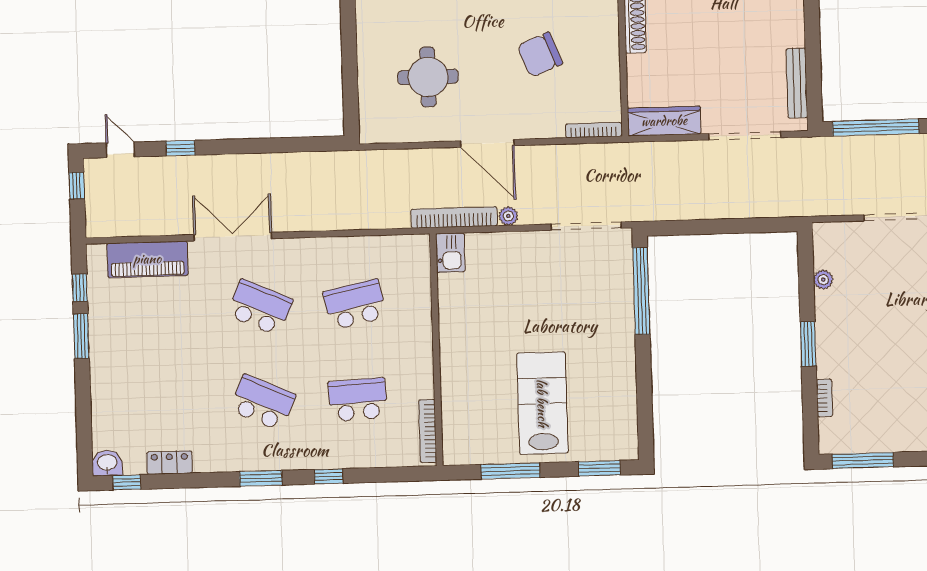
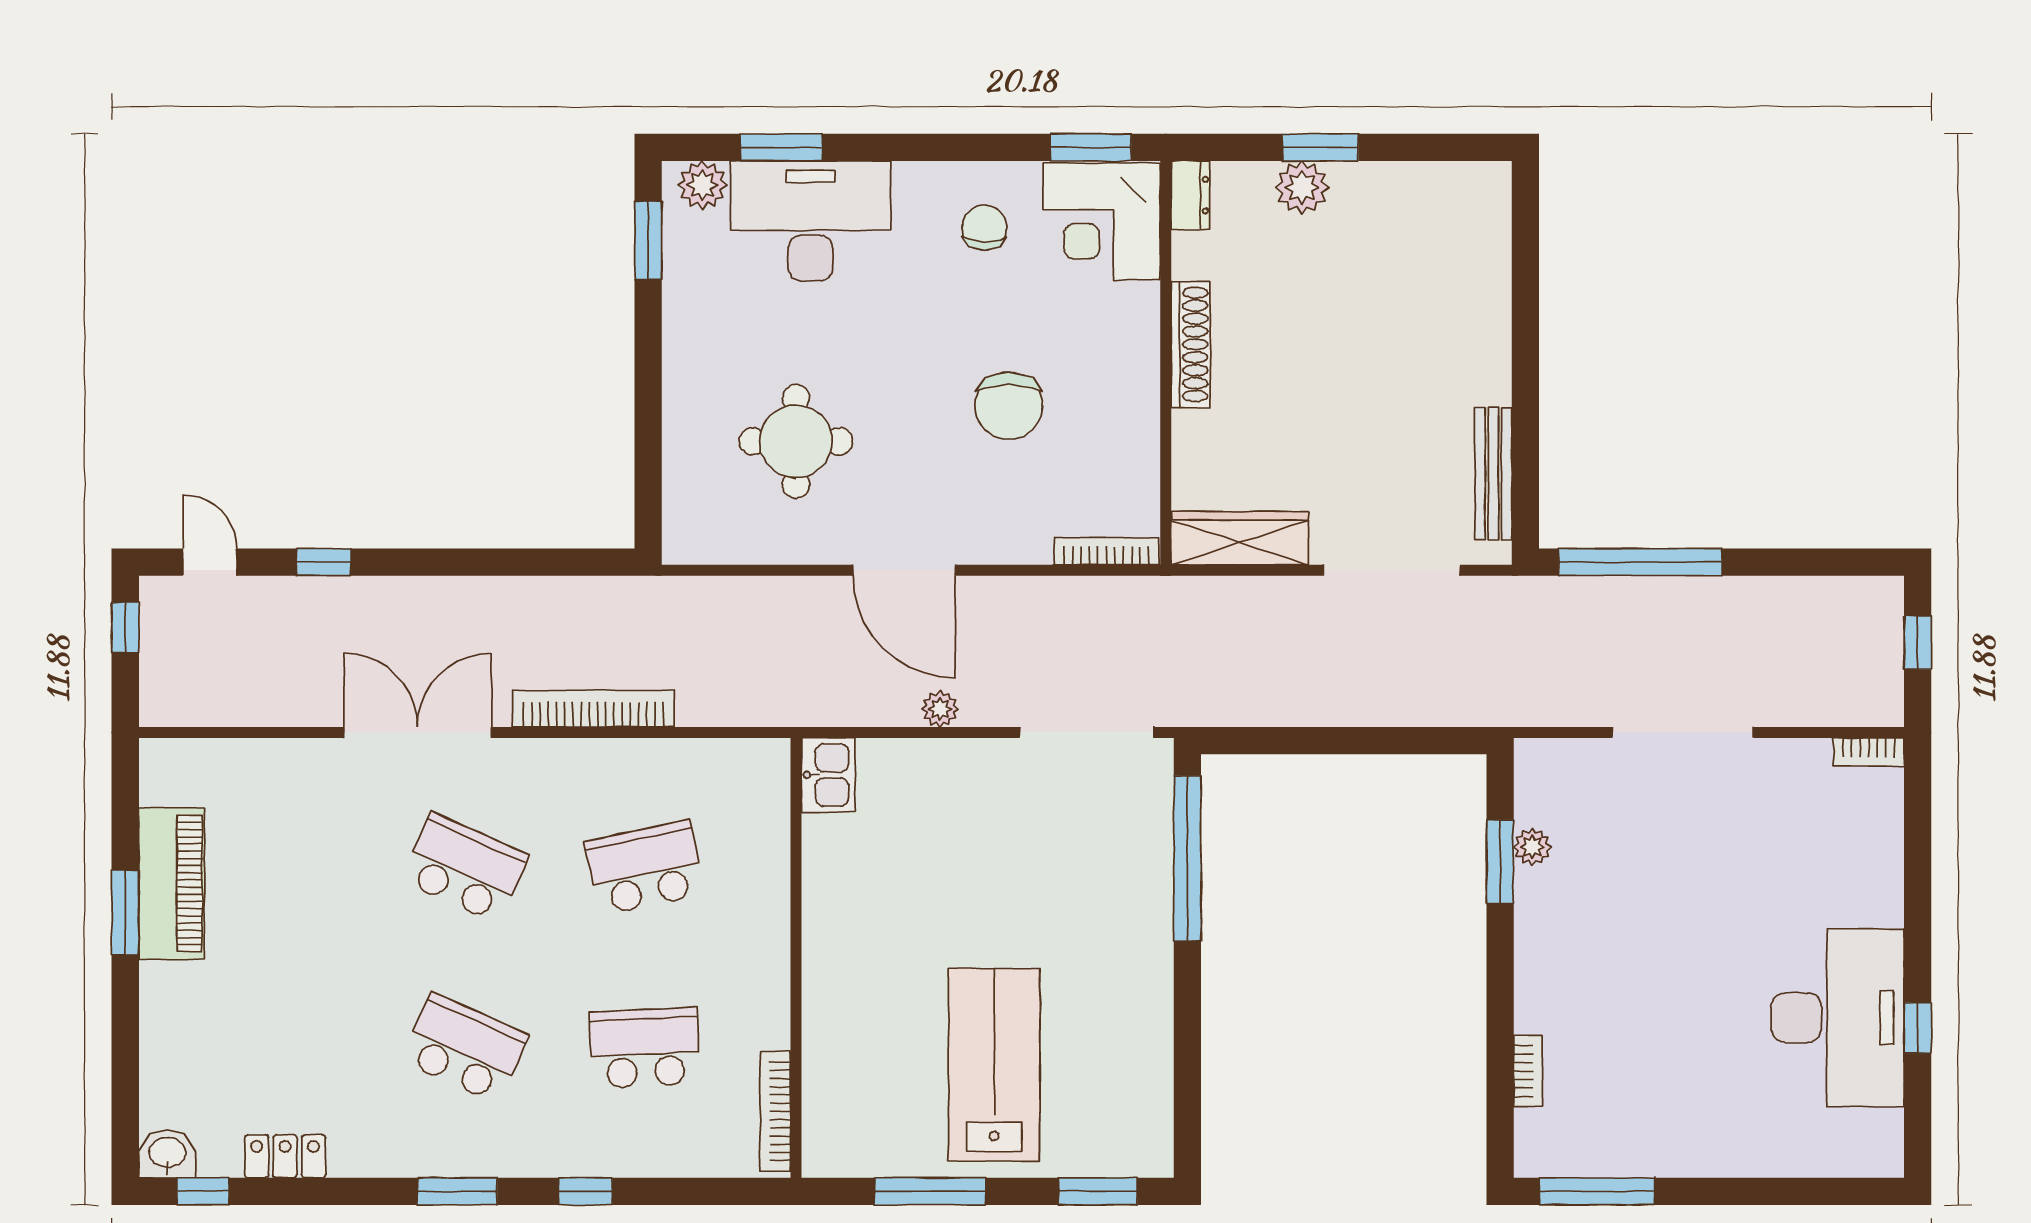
chair: (540, 55) -> (1009, 406), turned -68
bookcase: (454, 217) -> (593, 709), moved
piano: (147, 259) -> (172, 884), moved, turned -90
window: (80, 288) -> (125, 820), removed
window: (808, 344) -> (1500, 862), moved

